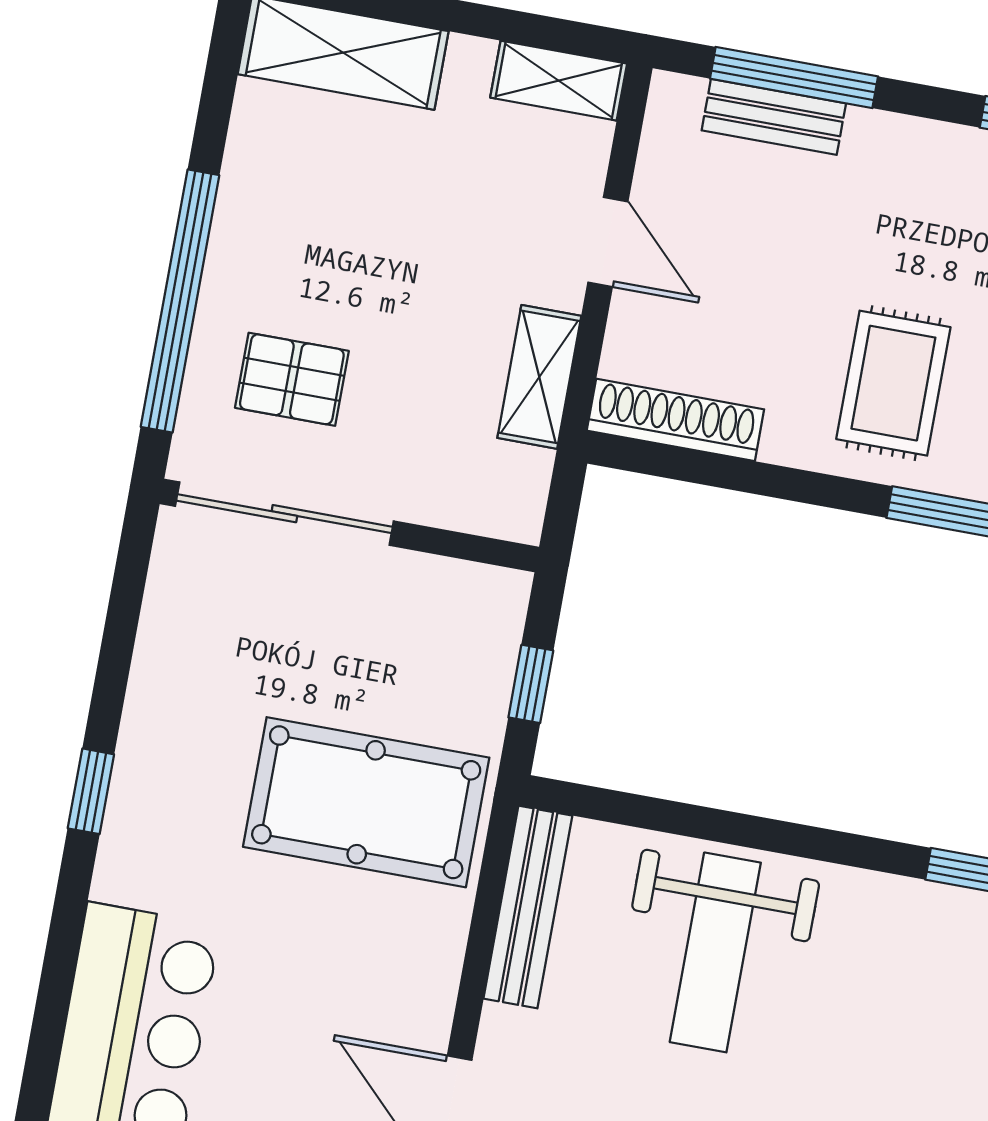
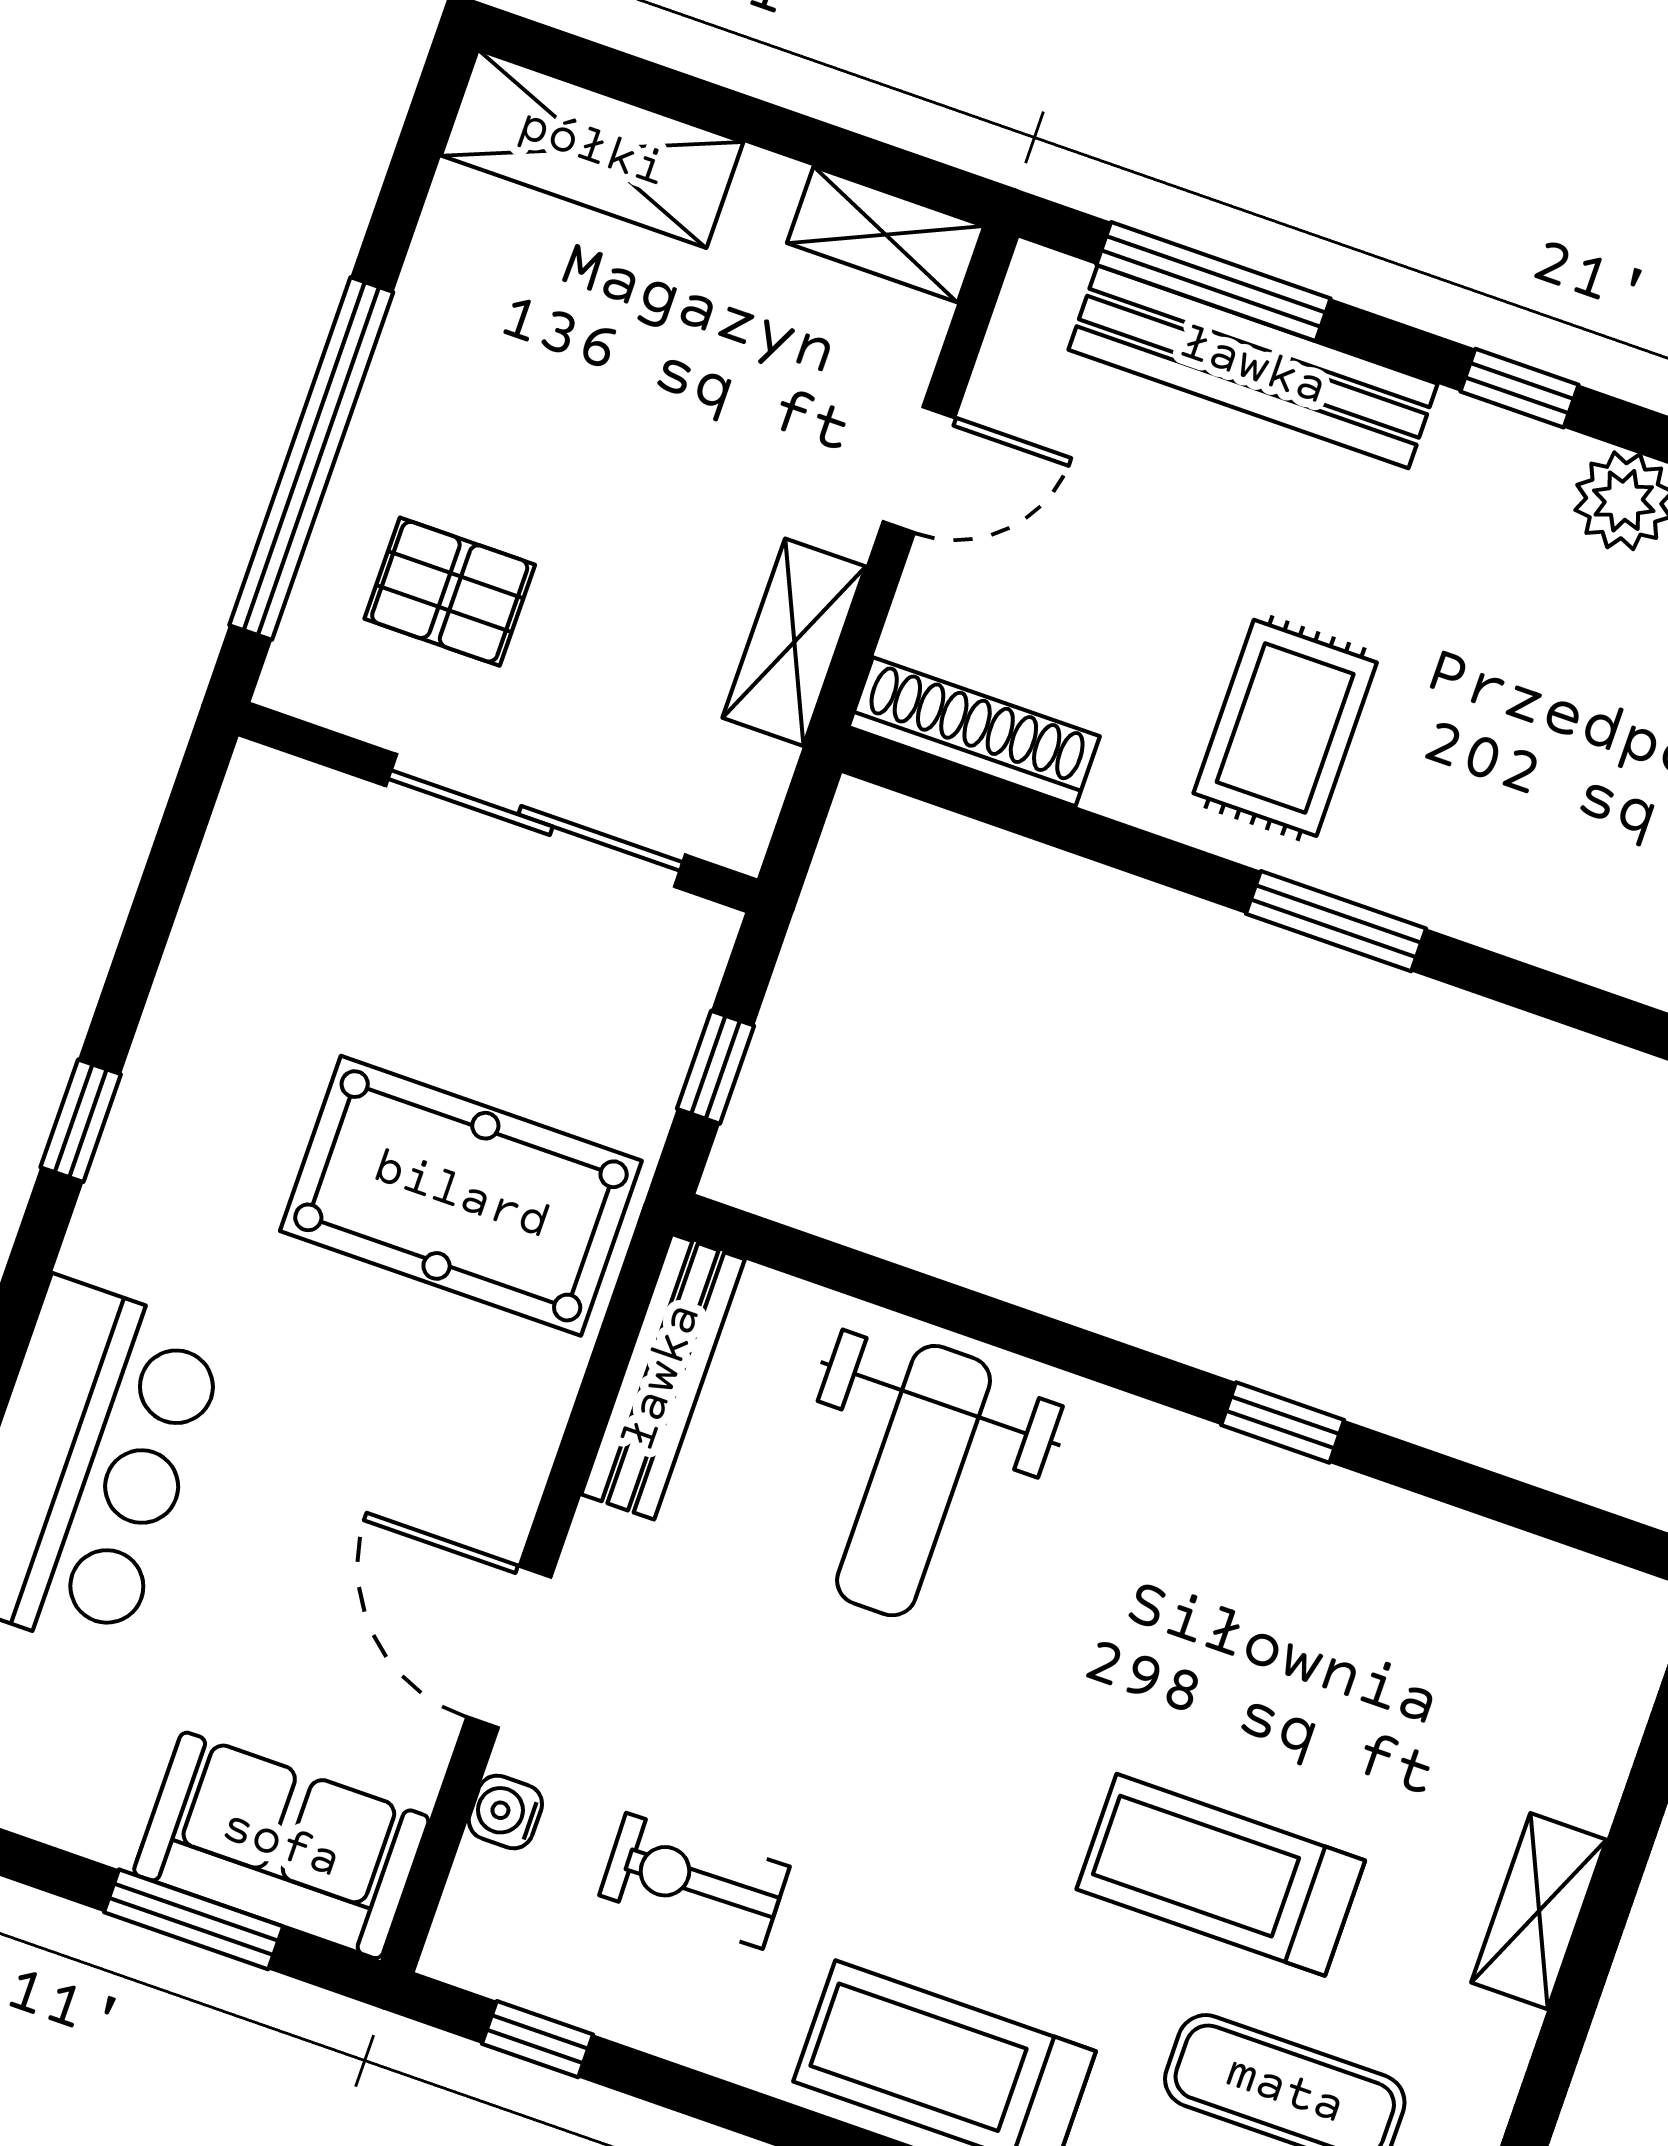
bench: (774, 117) -> (1253, 367), width x1.86, depth x1.21
door: (608, 242) -> (919, 470), hinge flipped
sliding door: (284, 514) -> (535, 820), moved

